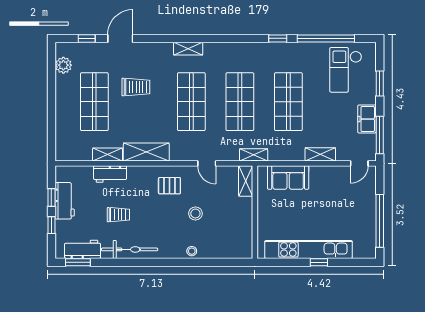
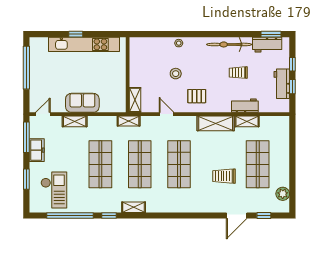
shelving: (188, 49) -> (134, 207), moved
sofa: (288, 177) -> (82, 103), moved

